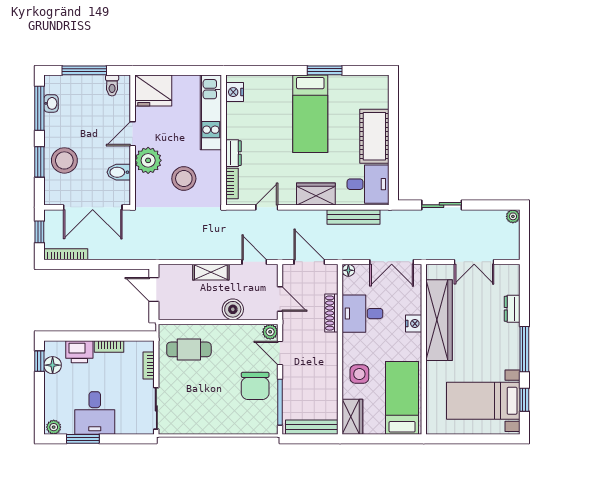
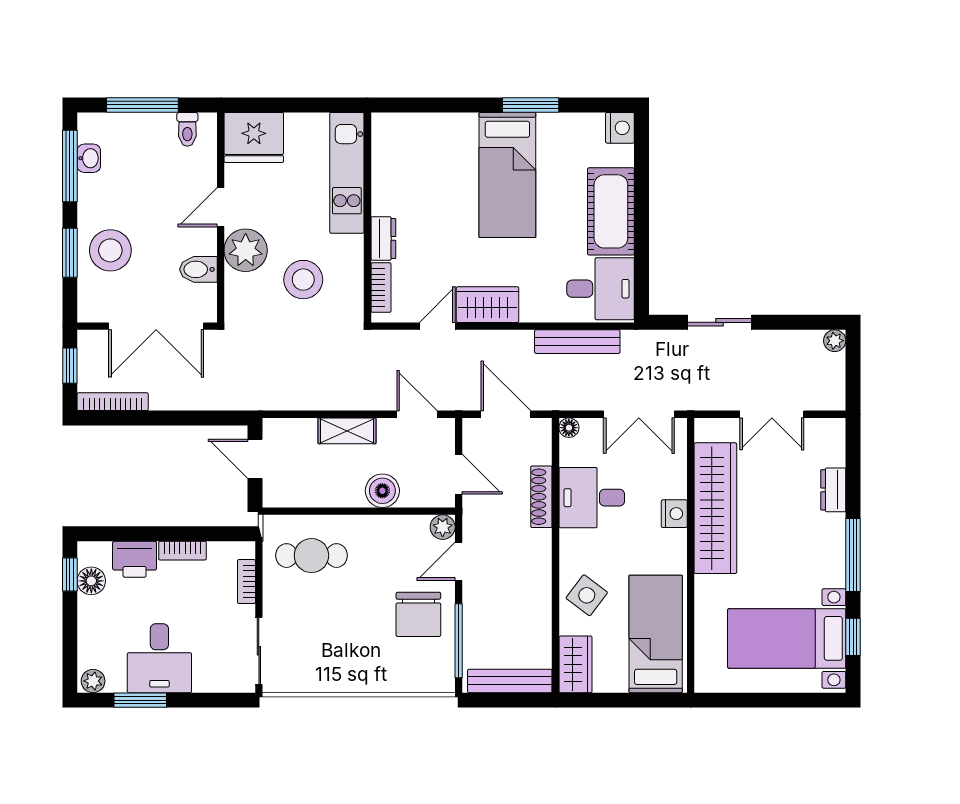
nightstand: (235, 92) -> (620, 128), moved, turned 180
wardrobe: (316, 194) -> (488, 305), moved
door: (280, 353) -> (459, 561), hinge flipped
side table: (359, 374) -> (587, 595), turned 37

